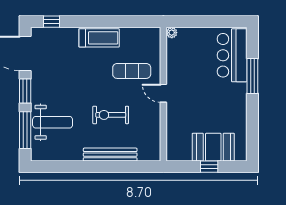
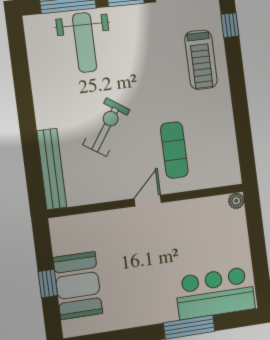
treadmill: (99, 38) -> (201, 60), moved
exercise bike: (111, 115) -> (106, 127), turned 34
bench: (110, 155) -> (52, 169), moved

